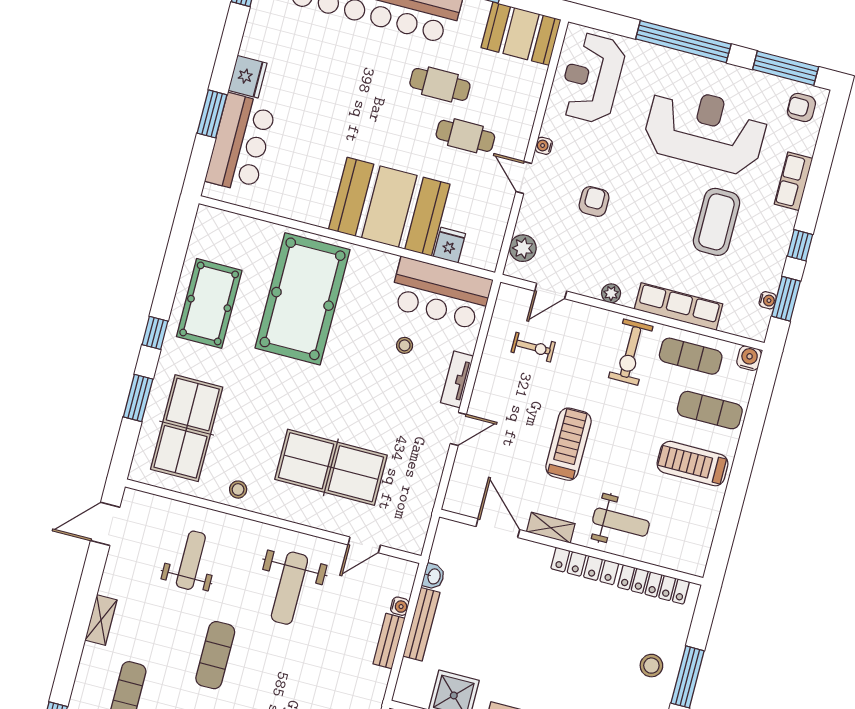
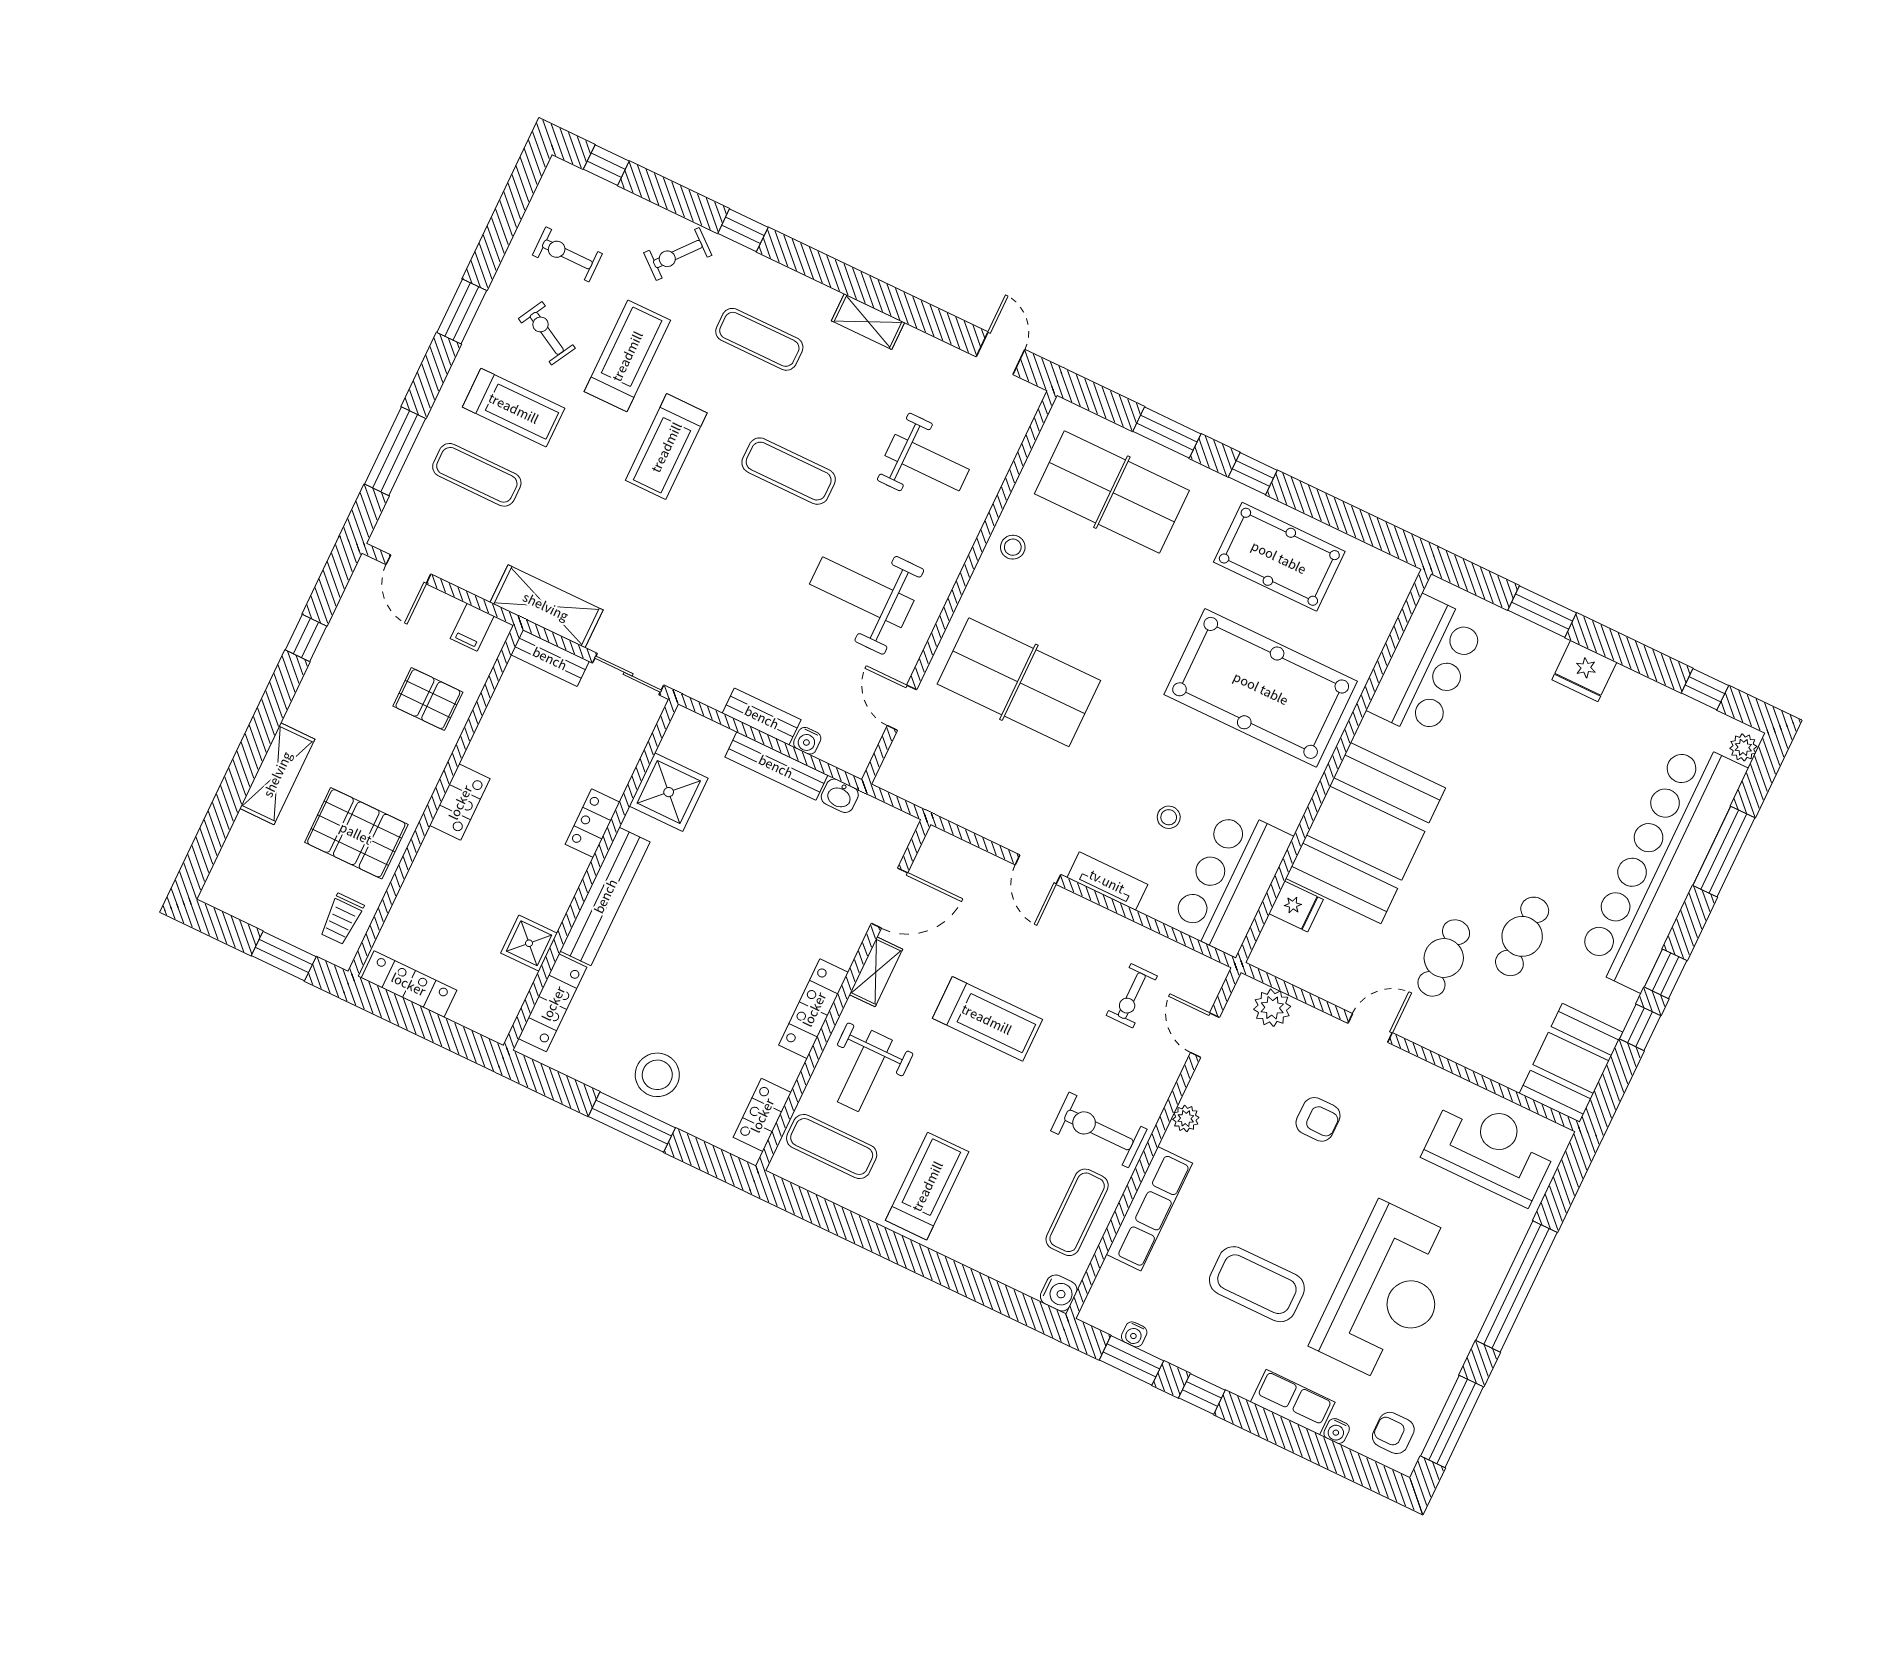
armchair: (801, 107) -> (1393, 1433), turned -90
bar counter: (241, 143) -> (1426, 667), moved, turned -90
water cooler: (544, 146) -> (1337, 1431), moved, turned 180
exercise mat: (710, 410) -> (832, 1147), moved, turned 90
table tennis table: (331, 467) -> (1019, 682), turned 90
door: (105, 524) -> (1000, 353), width x0.73
locker: (653, 584) -> (762, 1115), width x0.66
stool: (651, 666) -> (657, 1075), width x1.38, depth x1.38

